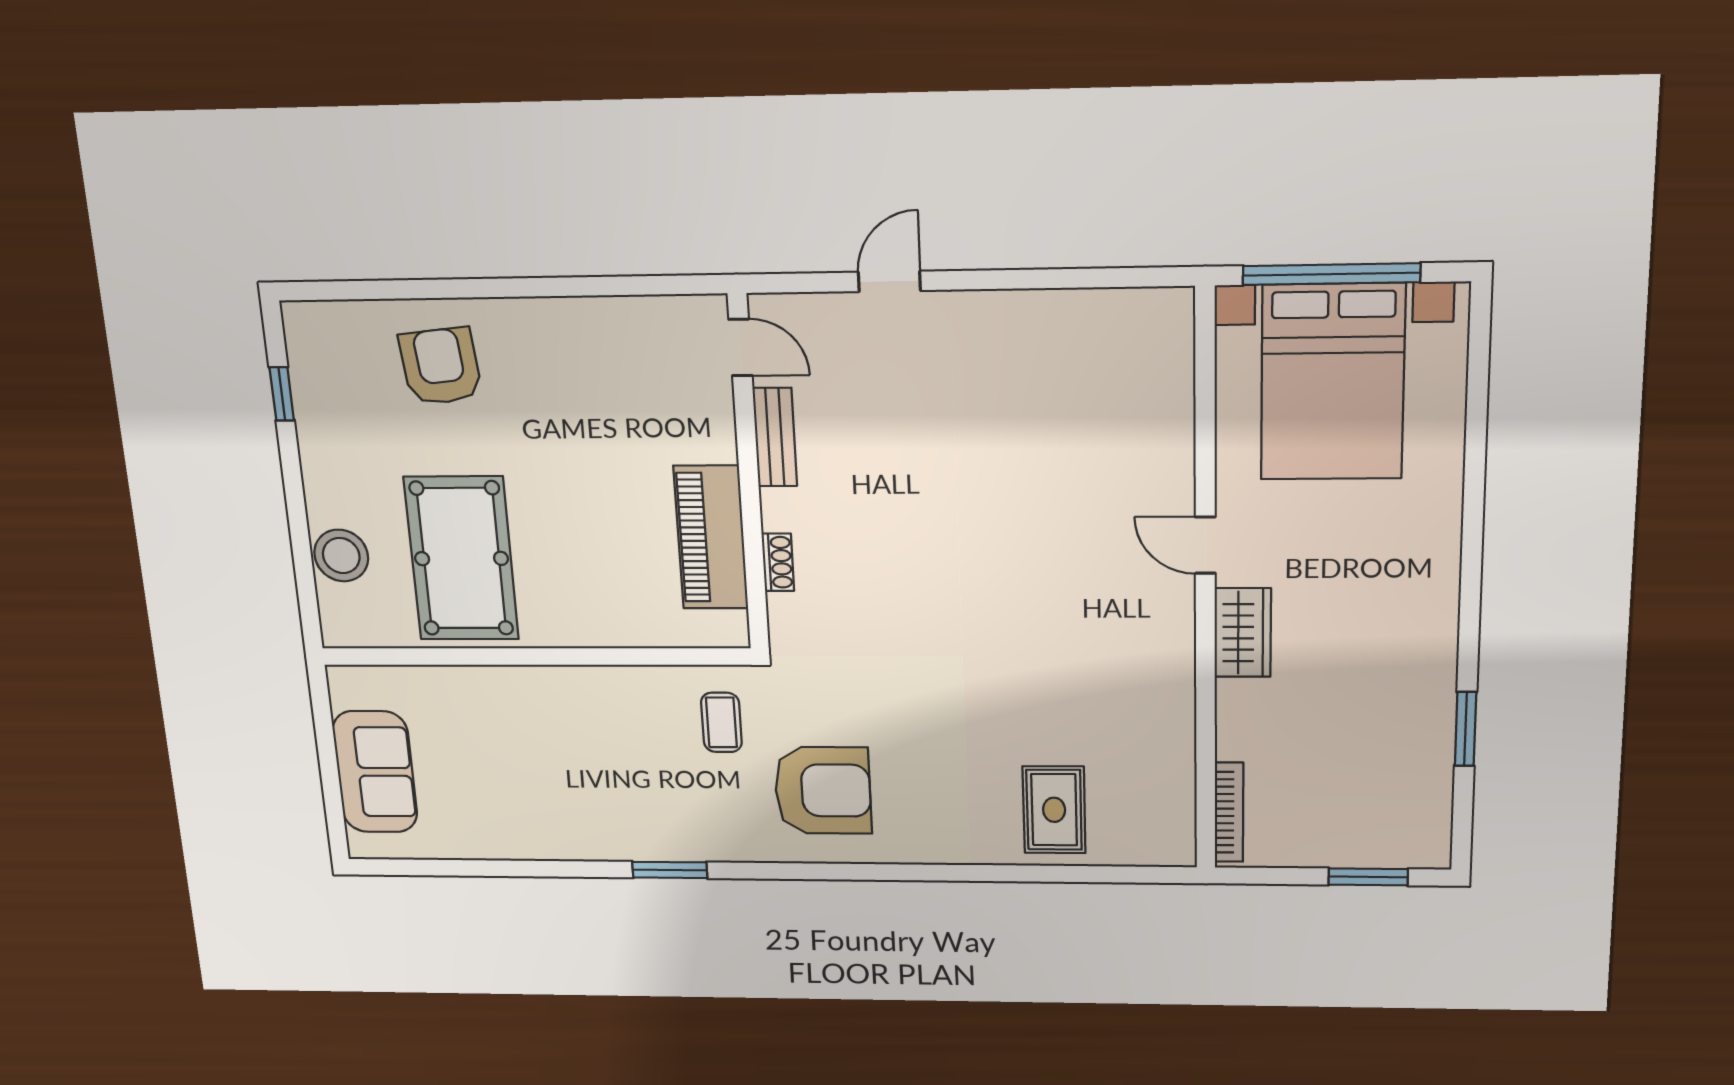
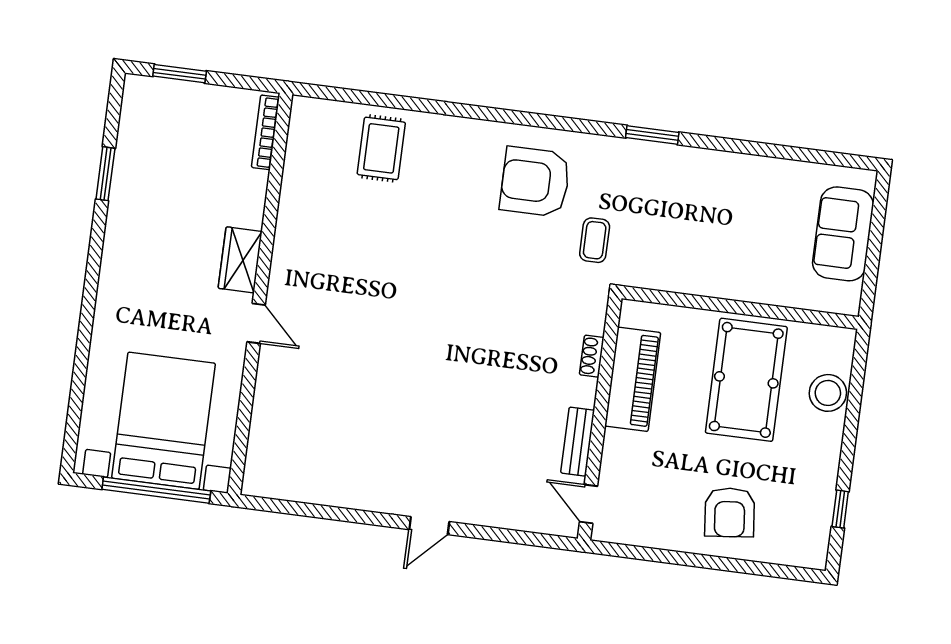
door: (740, 348) -> (588, 504), moved
bench: (775, 437) -> (578, 442), moved
wall: (749, 475) -> (600, 419), moved
piano: (711, 537) -> (633, 379), moved
shoe rack: (778, 562) -> (592, 356), moved

